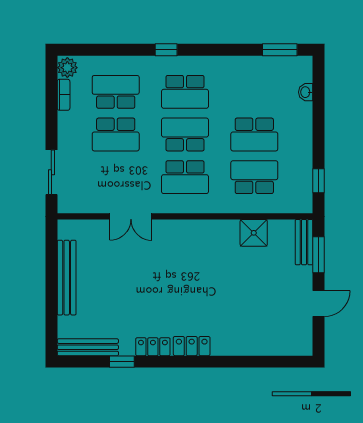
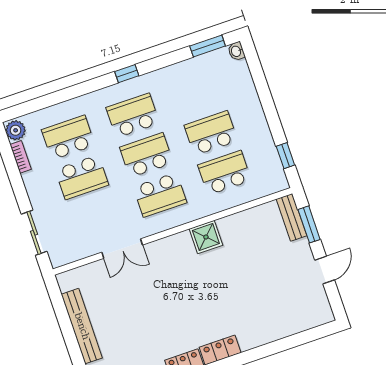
window: (166, 50) -> (127, 74), moved
school desk: (185, 92) -> (133, 115), turned 180
washbasin: (306, 92) -> (236, 51), moved
school desk: (254, 135) -> (211, 133), turned 180
shower: (254, 233) -> (206, 237), moved

